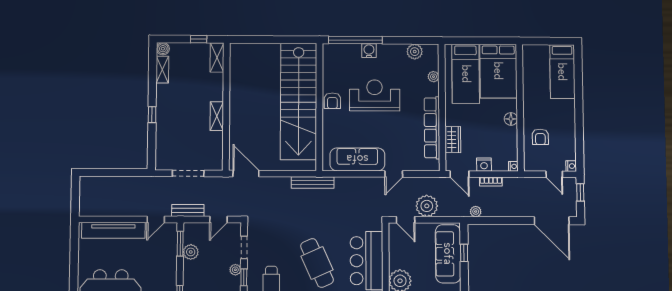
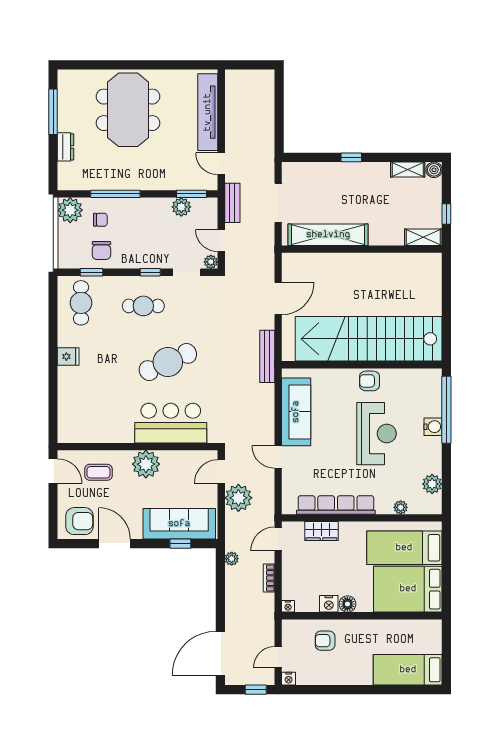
shelving: (217, 116) -> (328, 235), width x2.20, depth x1.33
nightstand: (484, 165) -> (329, 604), moved, turned -90
door: (246, 174) -> (278, 298), moved
plant: (235, 270) -> (211, 262), moved

